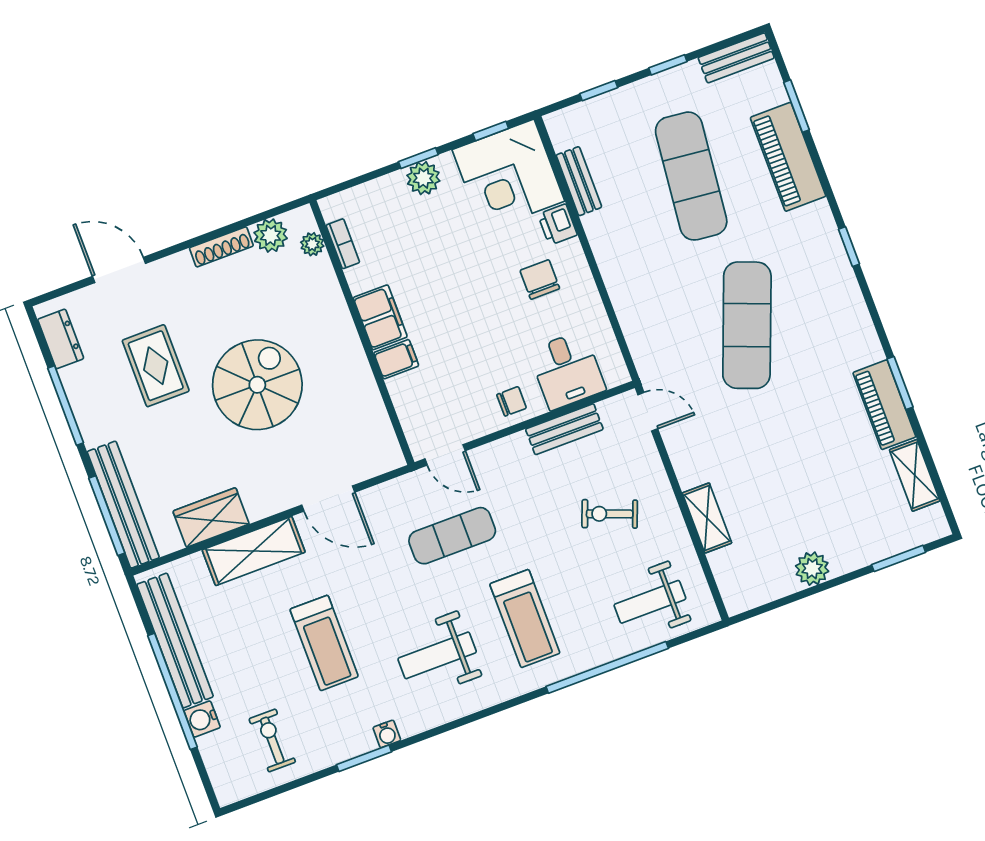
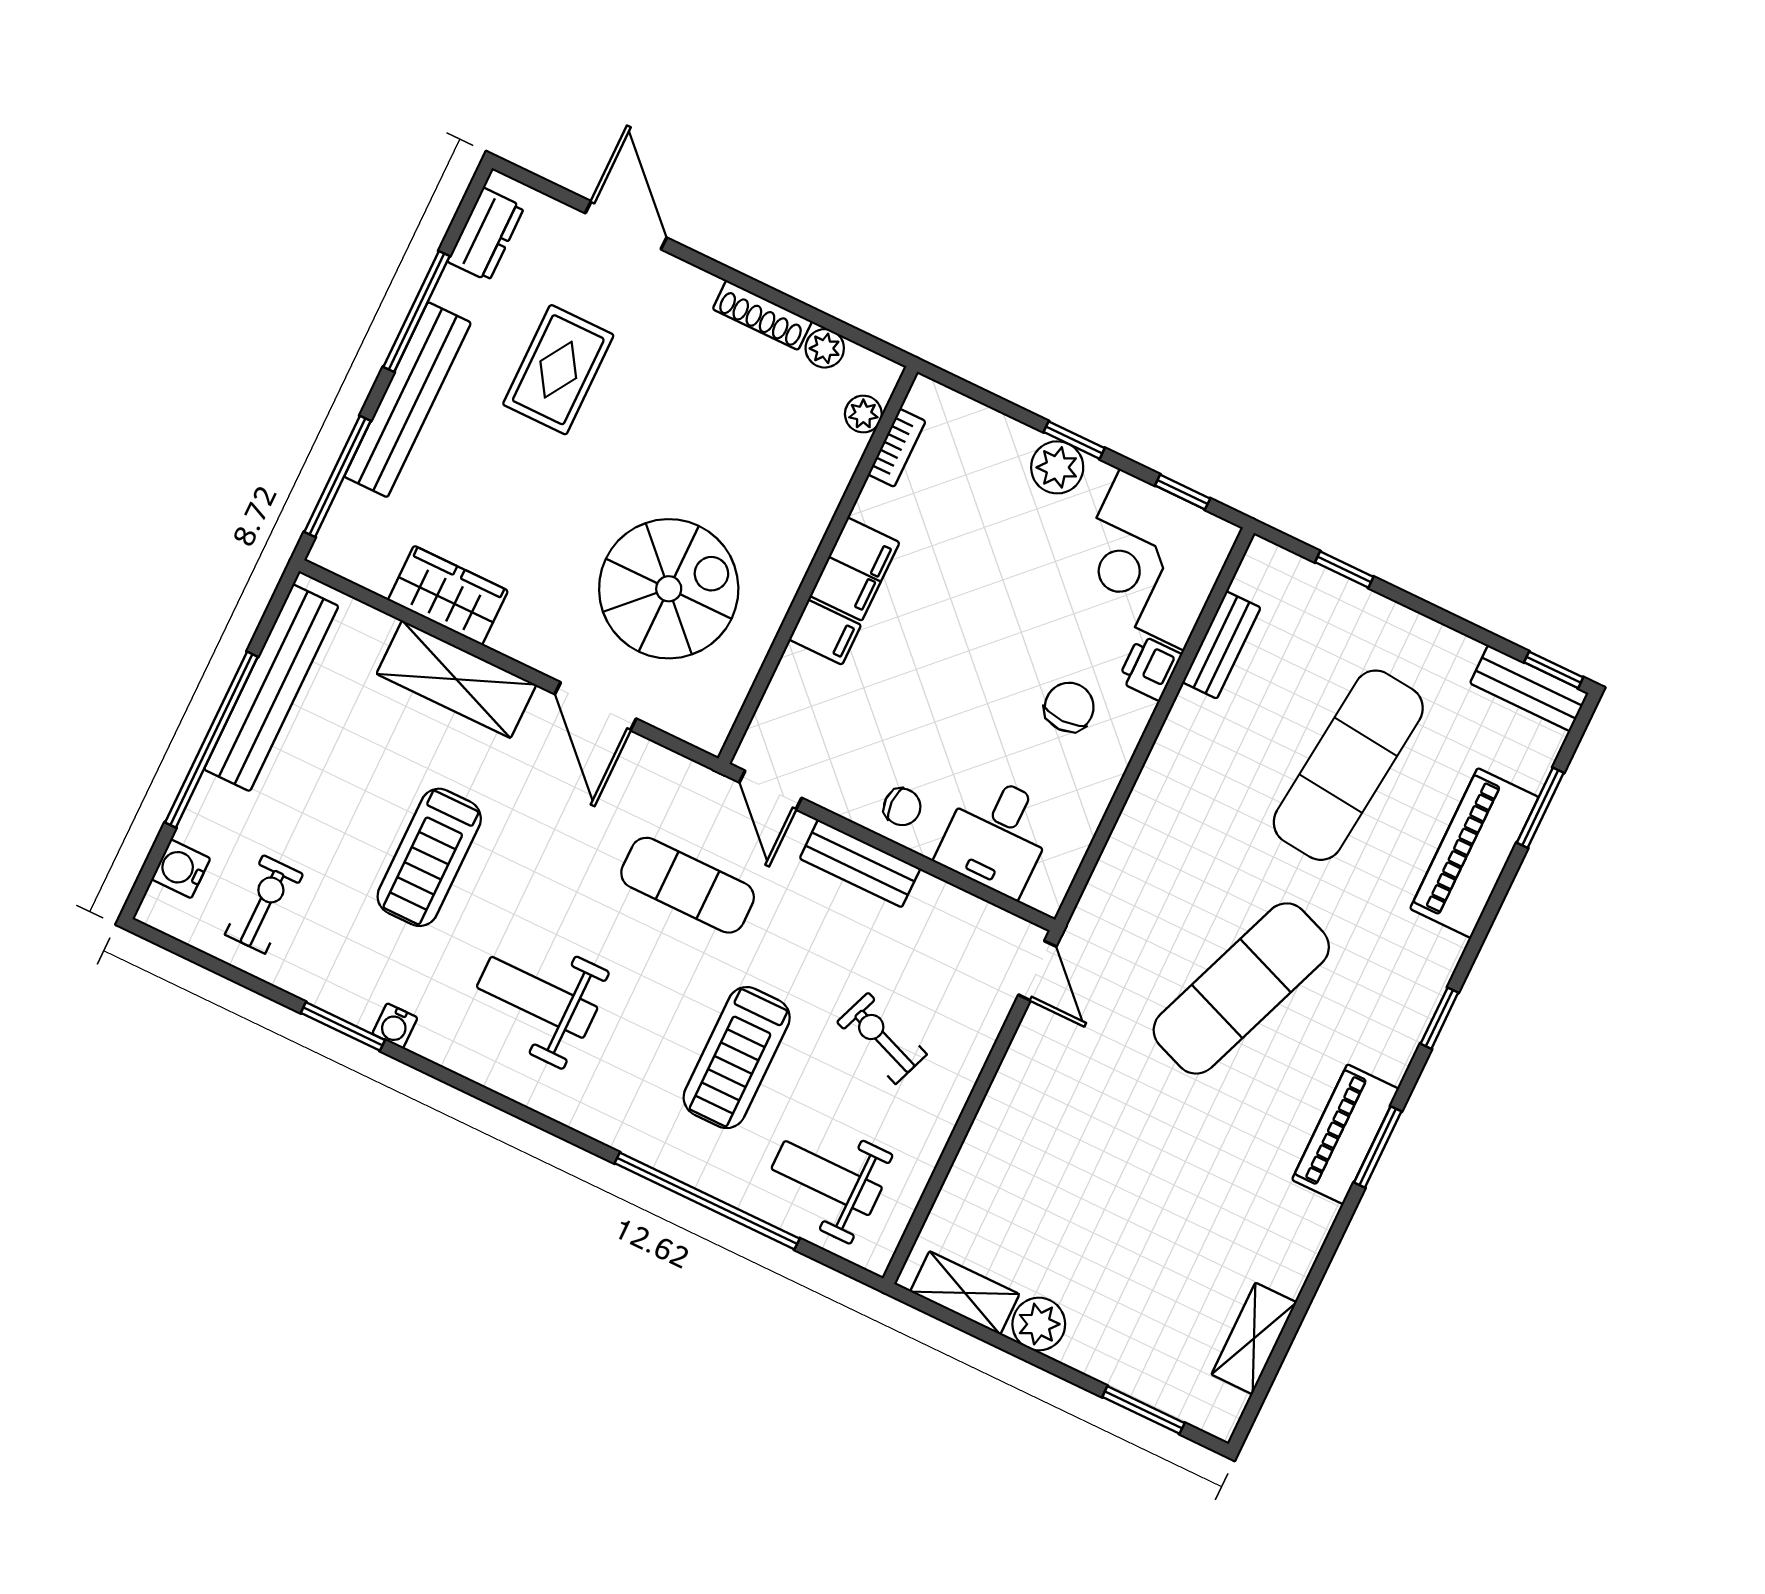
window: (668, 65) -> (1554, 670), moved
plant: (271, 235) -> (825, 348), width x0.73, depth x0.73
window: (900, 383) -> (1378, 1147), moved
spiral stairs: (257, 385) -> (669, 589), moved
piano: (884, 405) -> (1345, 1134), moved
bench: (564, 429) -> (860, 864), moved
bench: (123, 505) -> (408, 400), moved
shelving: (707, 518) -> (965, 1293), moved, turned 90
treadmill: (525, 619) -> (737, 1058), moved
water cooler: (202, 719) -> (181, 869), moved

